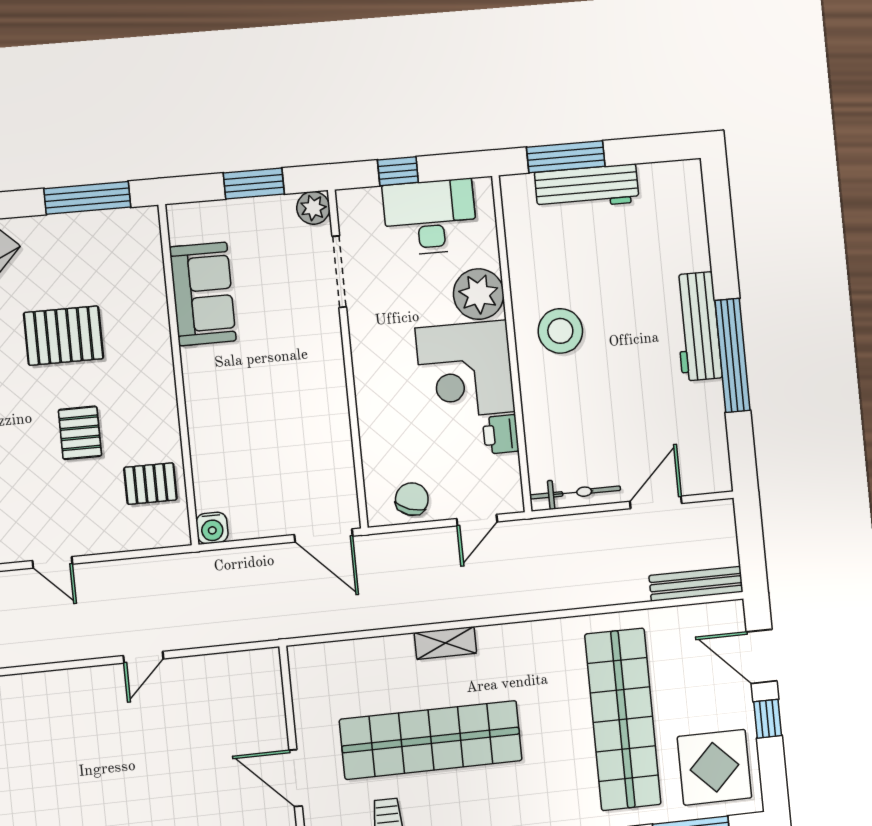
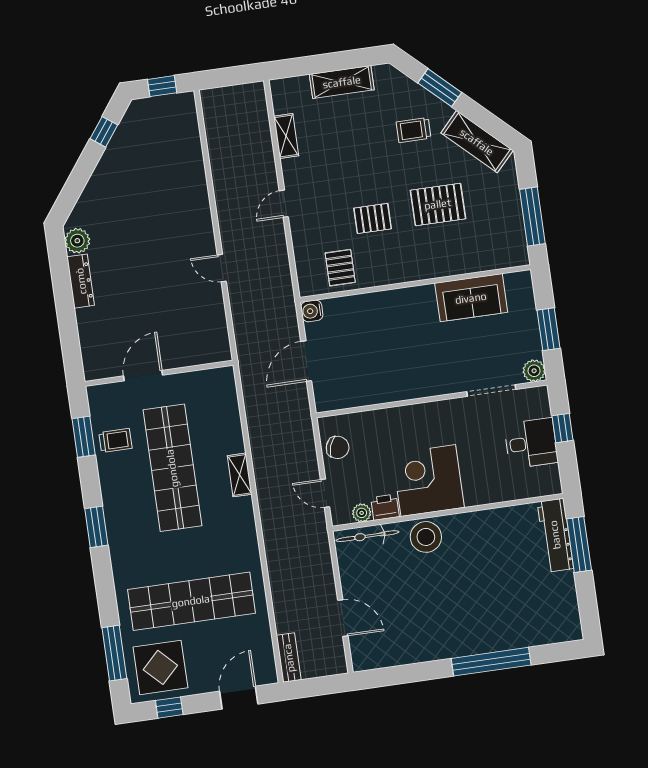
workbench: (587, 187) -> (555, 535), moved
desk: (430, 217) -> (531, 443), width x0.73
plant: (479, 294) -> (362, 513), moved, width x0.53, depth x0.53
workbench: (697, 326) -> (466, 642), removed
stool: (560, 331) -> (426, 537), moved
pallet: (64, 336) -> (438, 204), turned 90
window: (733, 355) -> (491, 662), moved
bicycle: (575, 493) -> (368, 536), moved, turned 90
door: (323, 535) -> (306, 361), moved
bench: (696, 584) -> (289, 658), width x0.73
window: (768, 719) -> (169, 708), moved

